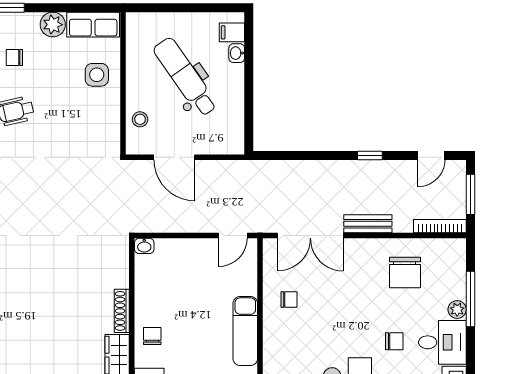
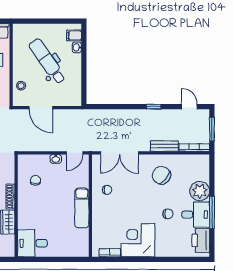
door: (431, 156) -> (189, 107), swing flipped
bench: (368, 224) -> (164, 146), moved
washbasin: (144, 246) -> (56, 159), moved
chair: (405, 272) -> (161, 175), moved, turned 129
window: (470, 299) -> (212, 212), moved
plant: (457, 310) -> (200, 191), width x1.88, depth x1.88
chair: (152, 336) -> (35, 180), moved

